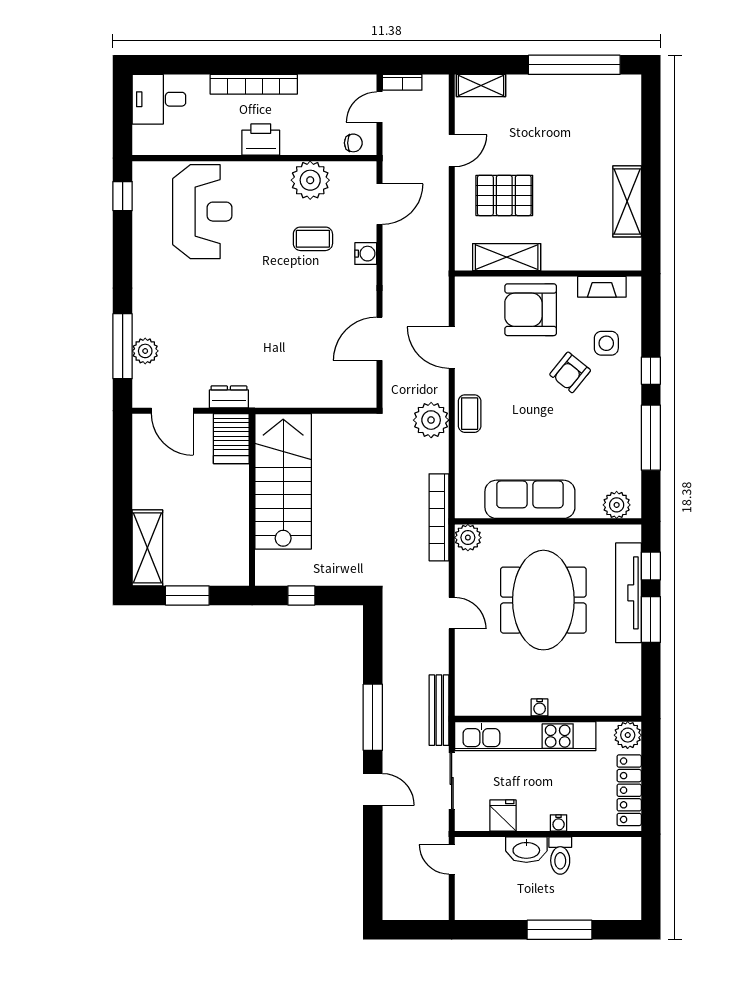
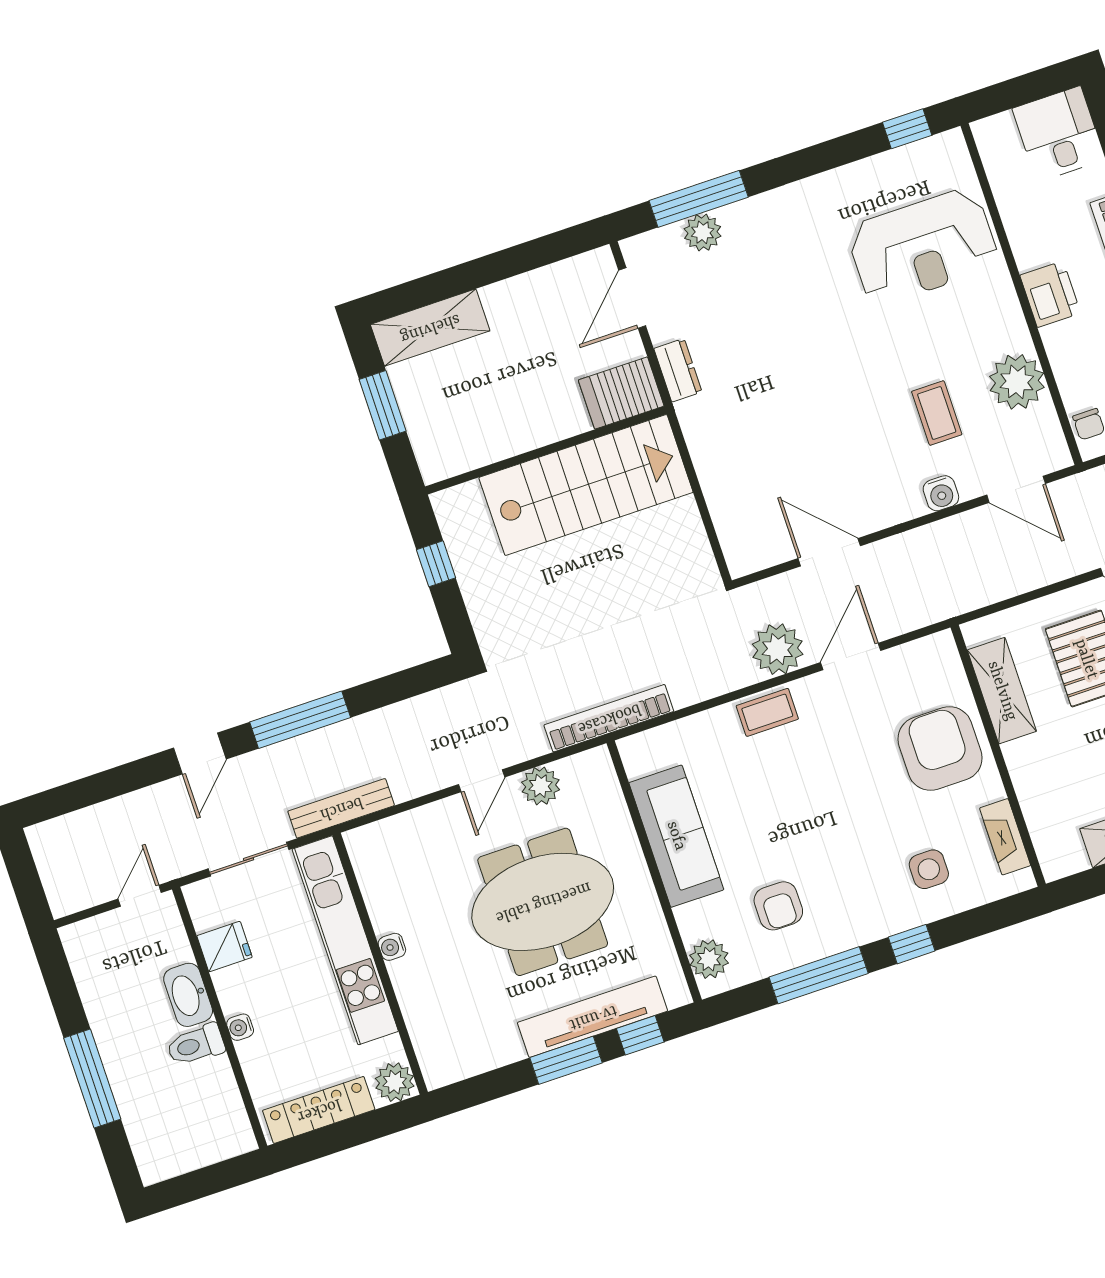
armchair: (570, 372) -> (778, 906), moved, turned -129
plant: (431, 420) -> (778, 649), moved
plant: (468, 538) -> (541, 786), moved

